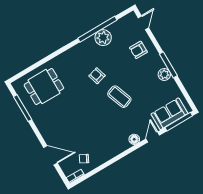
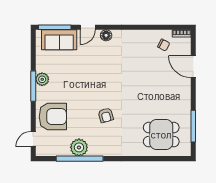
armchair: (138, 50) -> (53, 117), width x1.88, depth x1.88
coffee table: (119, 97) -> (96, 83), removed

